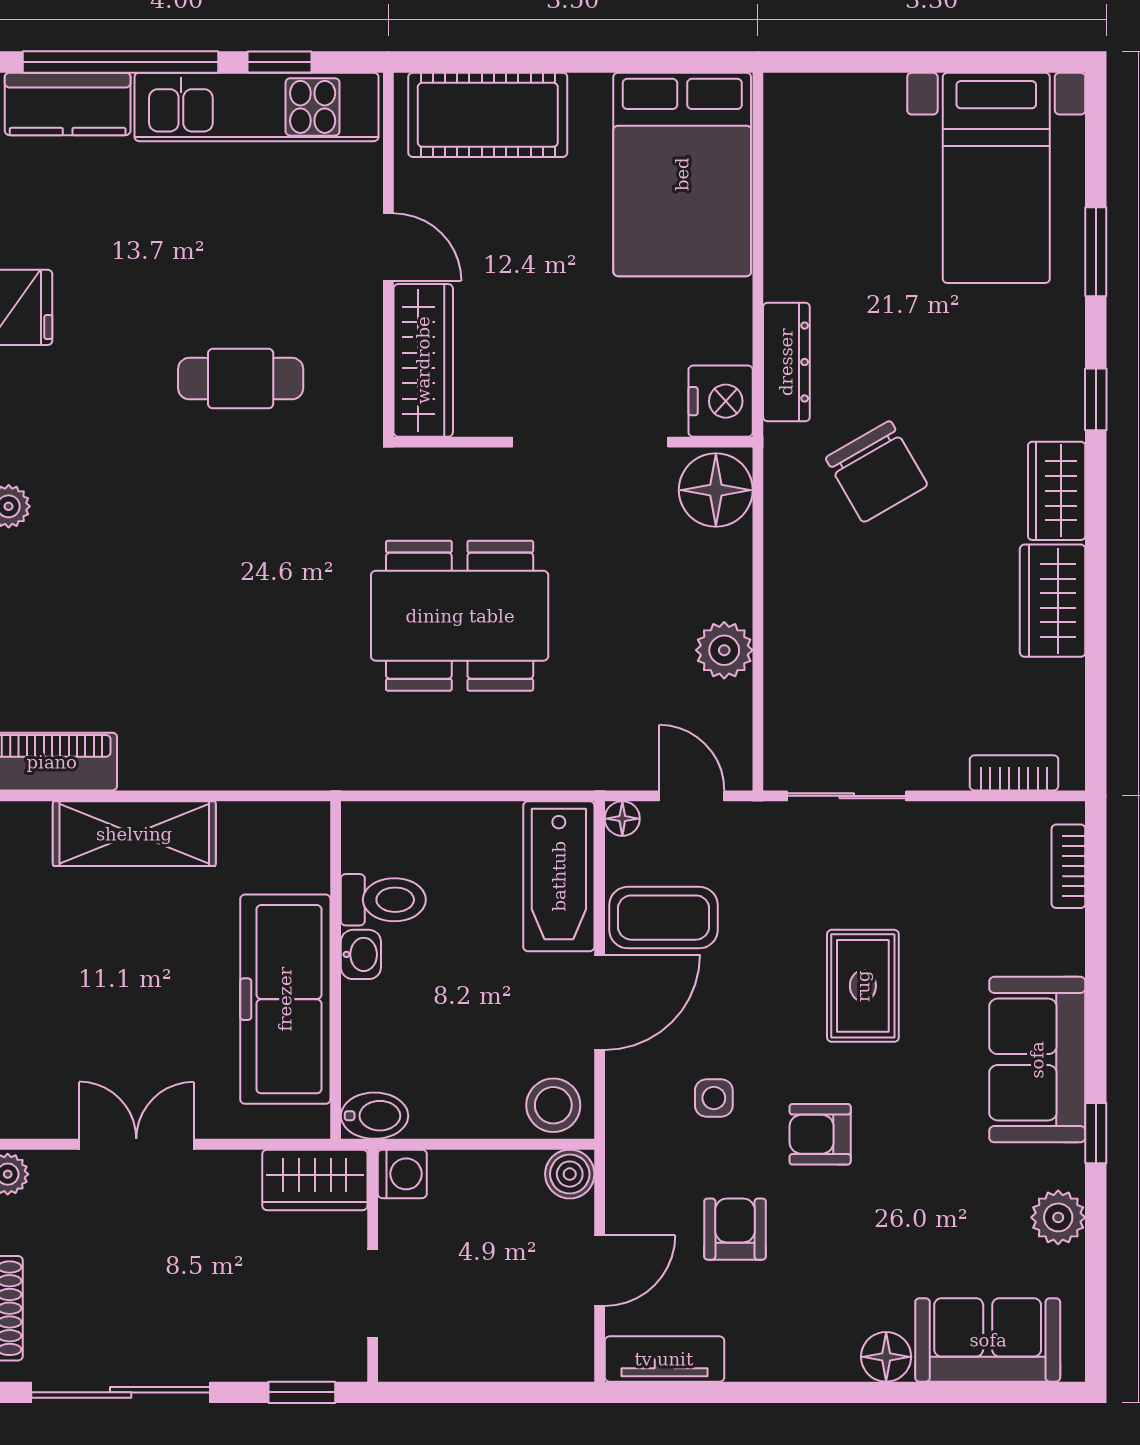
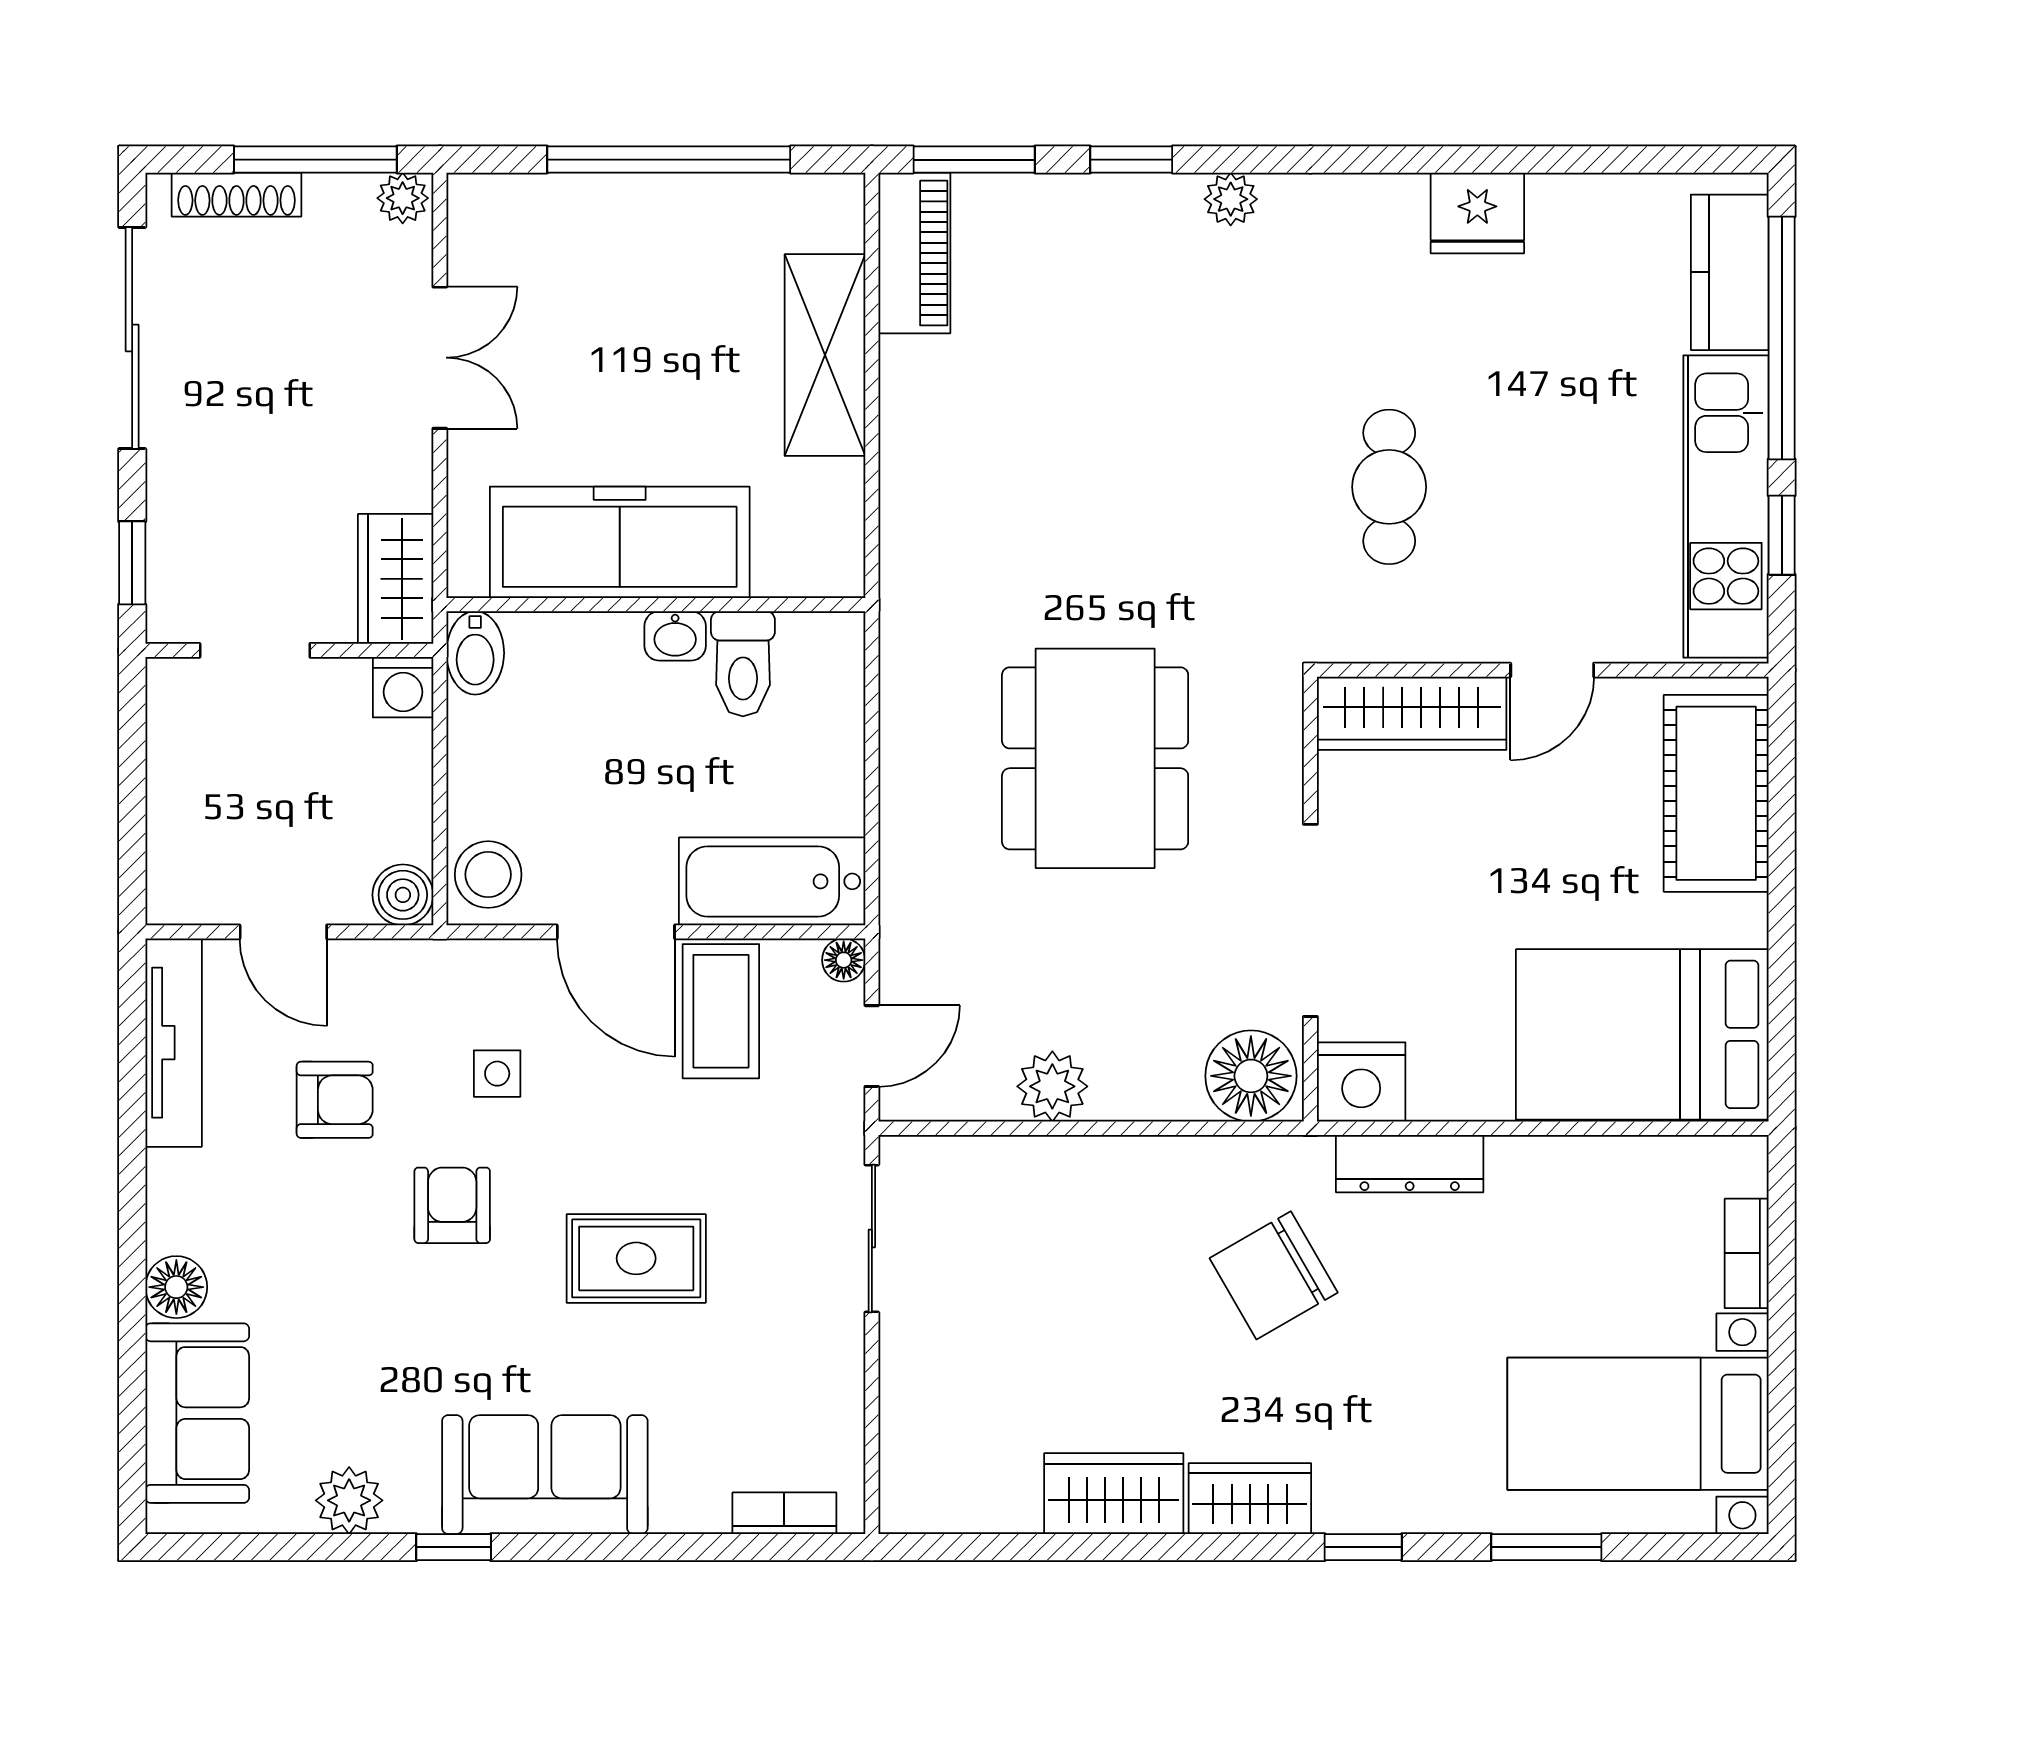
bookcase: (1014, 773) -> (1747, 1253), moved, turned 180
tv unit: (664, 1359) -> (174, 1043), width x1.41

